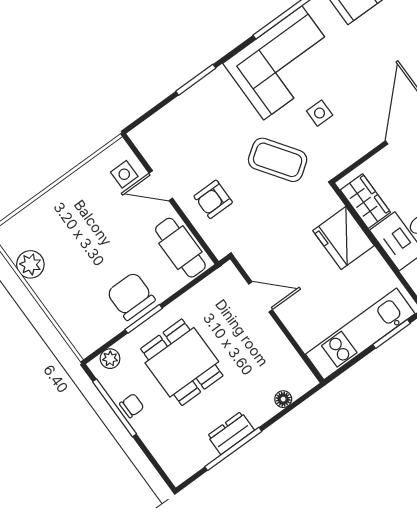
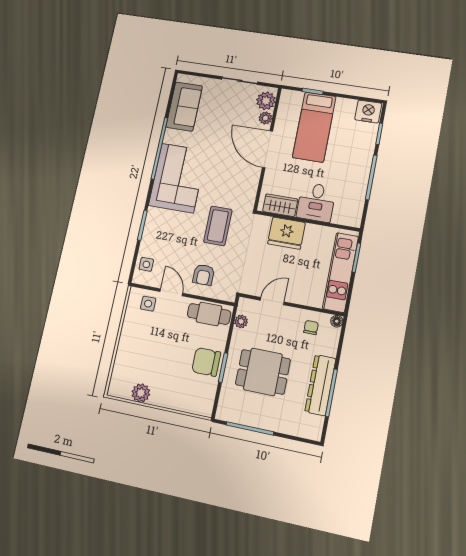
side table: (320, 113) -> (146, 264), moved
coffee table: (278, 160) -> (218, 226), turned -55
door: (161, 186) -> (171, 292), swing flipped
plant: (110, 359) -> (241, 321), moved
floor lamp: (283, 399) -> (337, 321), moved
chair: (132, 406) -> (311, 328), moved
dresser: (231, 433) -> (320, 385), width x1.96, depth x1.24

